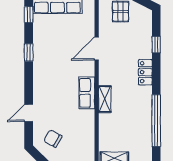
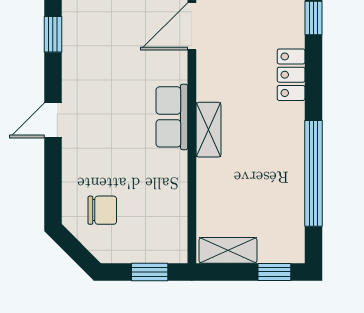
door: (29, 113) -> (53, 120), moved
chair: (53, 139) -> (102, 210), turned 151

